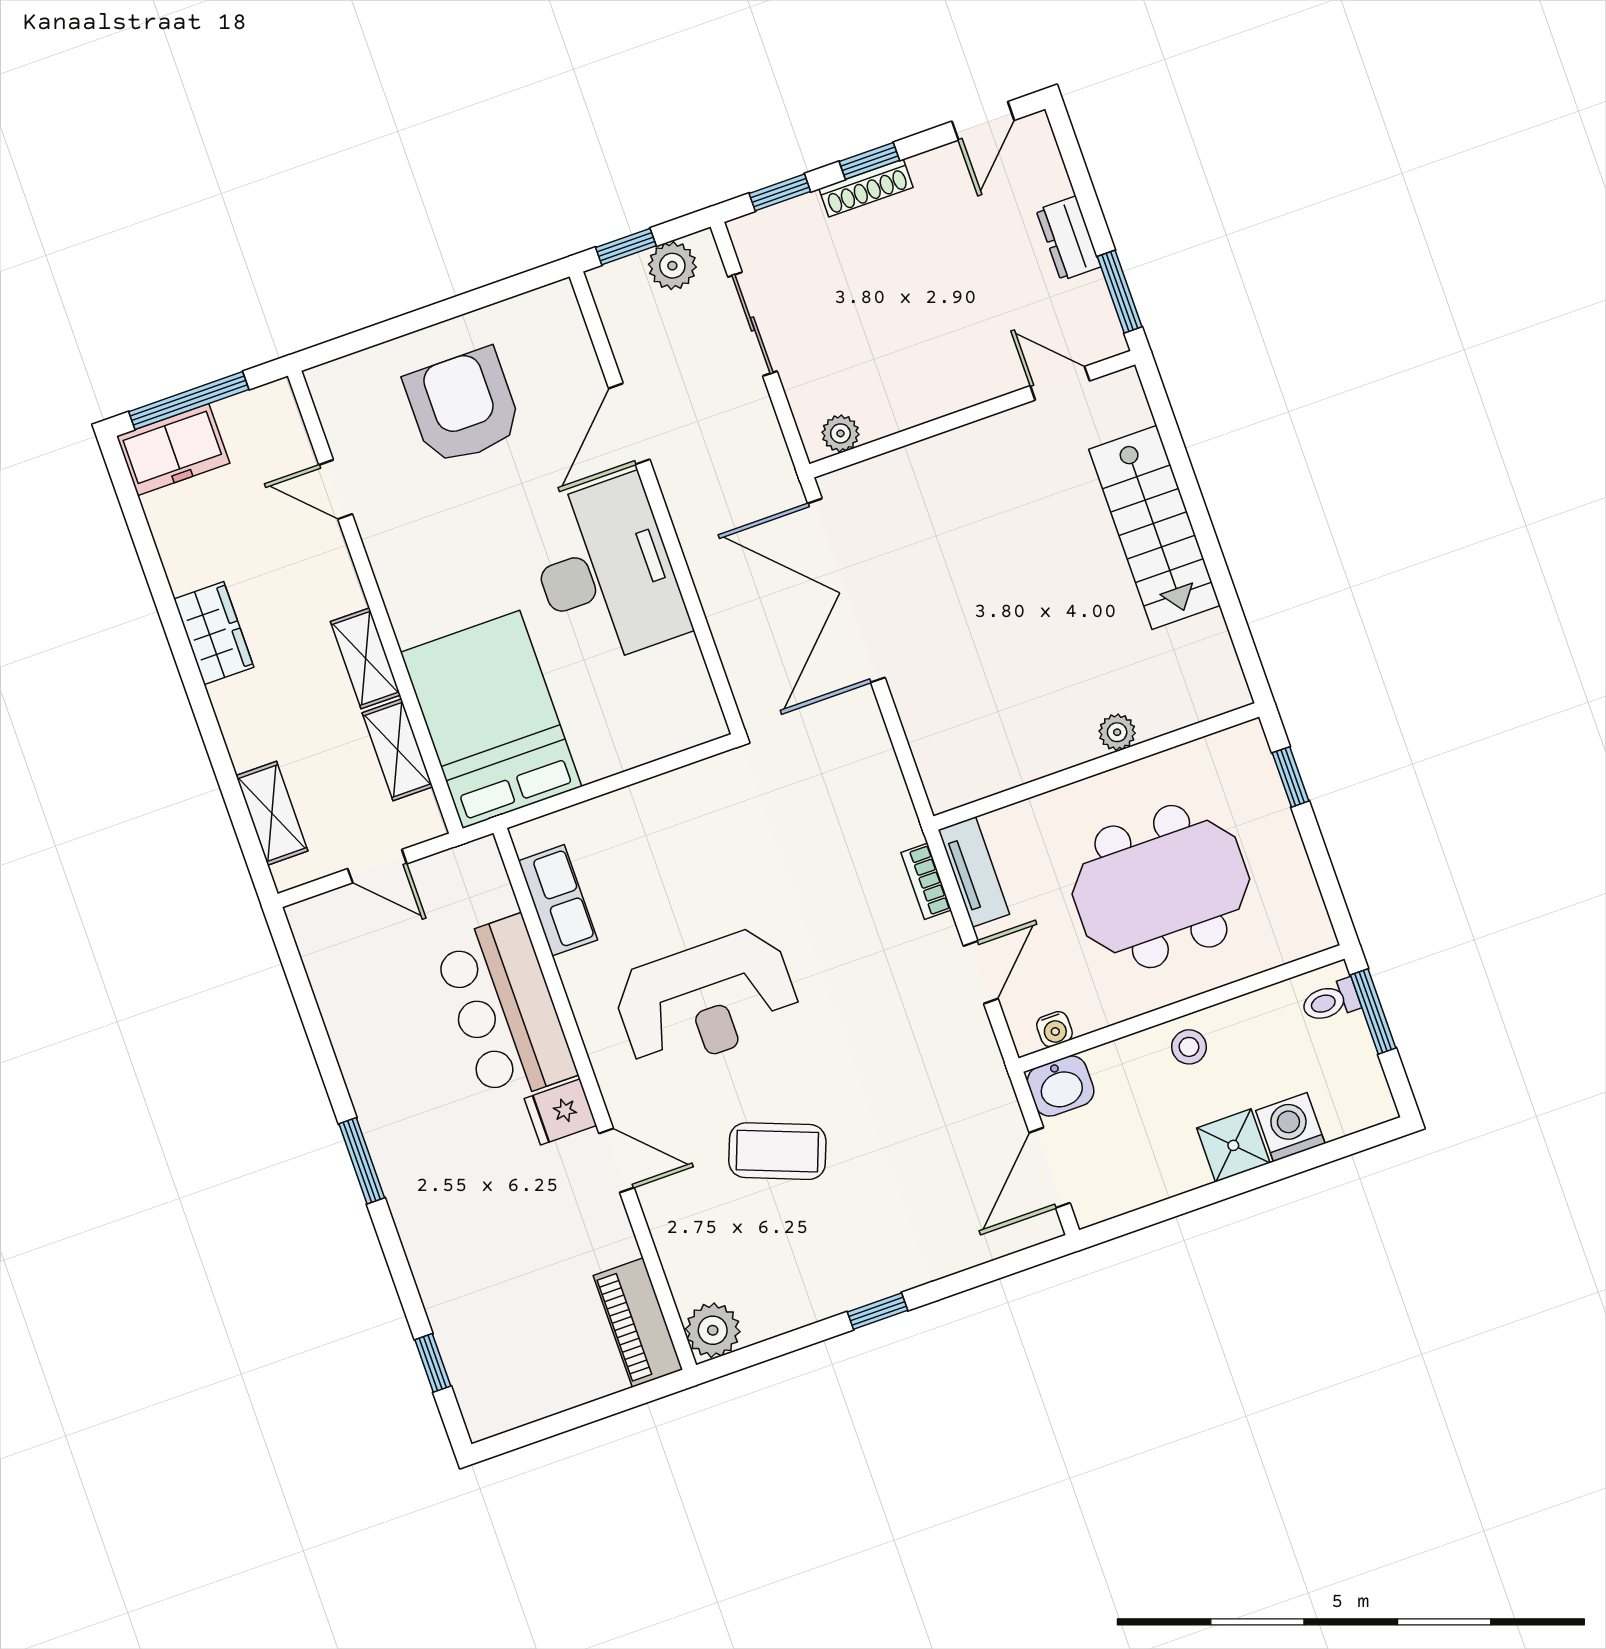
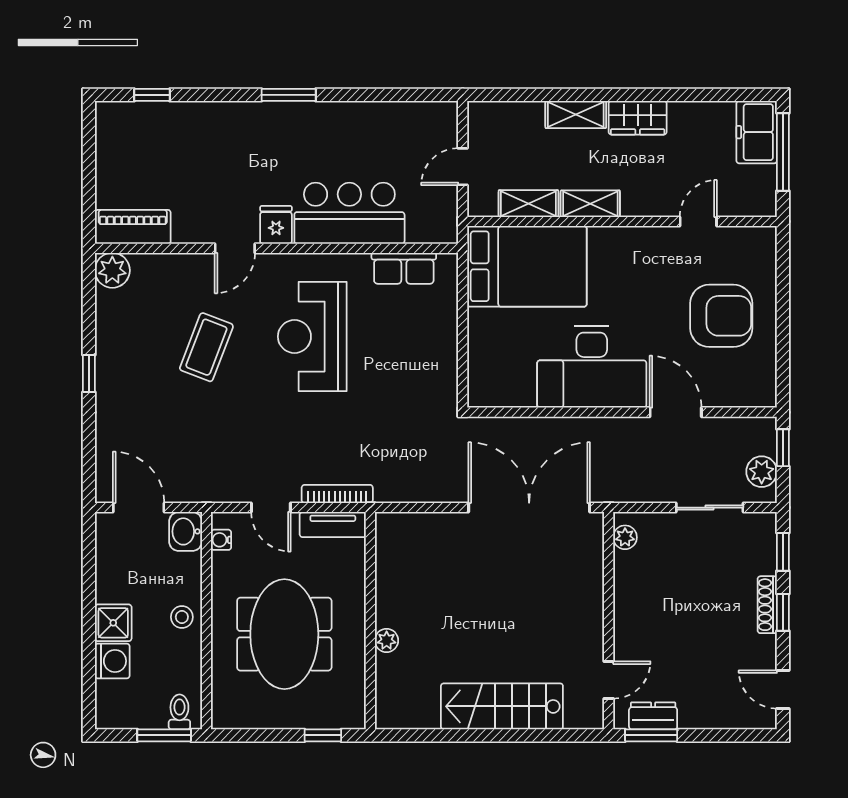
dresser: (1068, 238) -> (653, 716), moved
shelving: (272, 813) -> (576, 115), moved
bookcase: (926, 881) -> (337, 494), width x1.56

